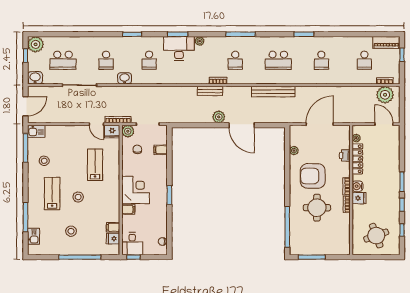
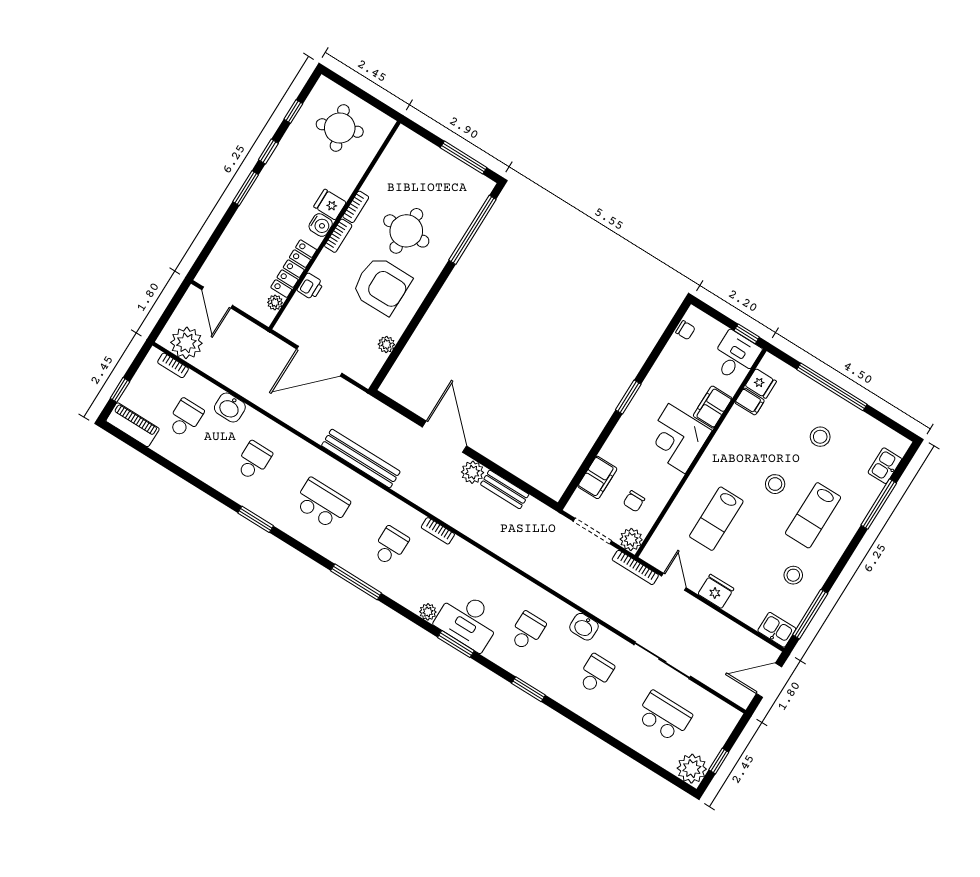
washbasin: (35, 78) -> (230, 407), moved
bench: (210, 91) -> (505, 489), moved
fridge: (112, 132) -> (716, 591), moved
filing cabinet: (161, 150) -> (597, 477), width x2.00
filing cabinet: (128, 209) -> (713, 407), width x2.00

